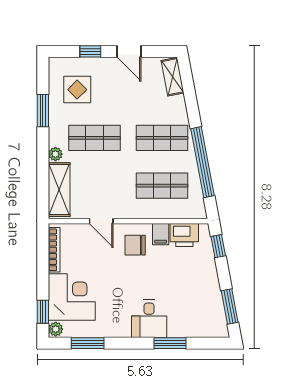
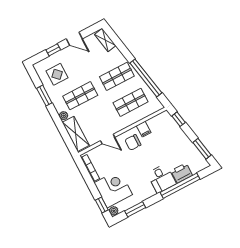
printer: (184, 235) -> (182, 173), moved, turned 180
window: (170, 343) -> (180, 186), width x2.11

